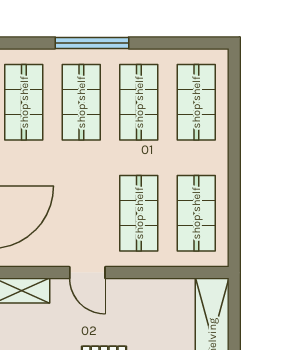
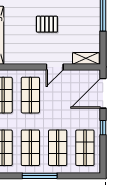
window: (92, 43) -> (40, 176), moved
door: (87, 273) -> (55, 67), swing flipped

